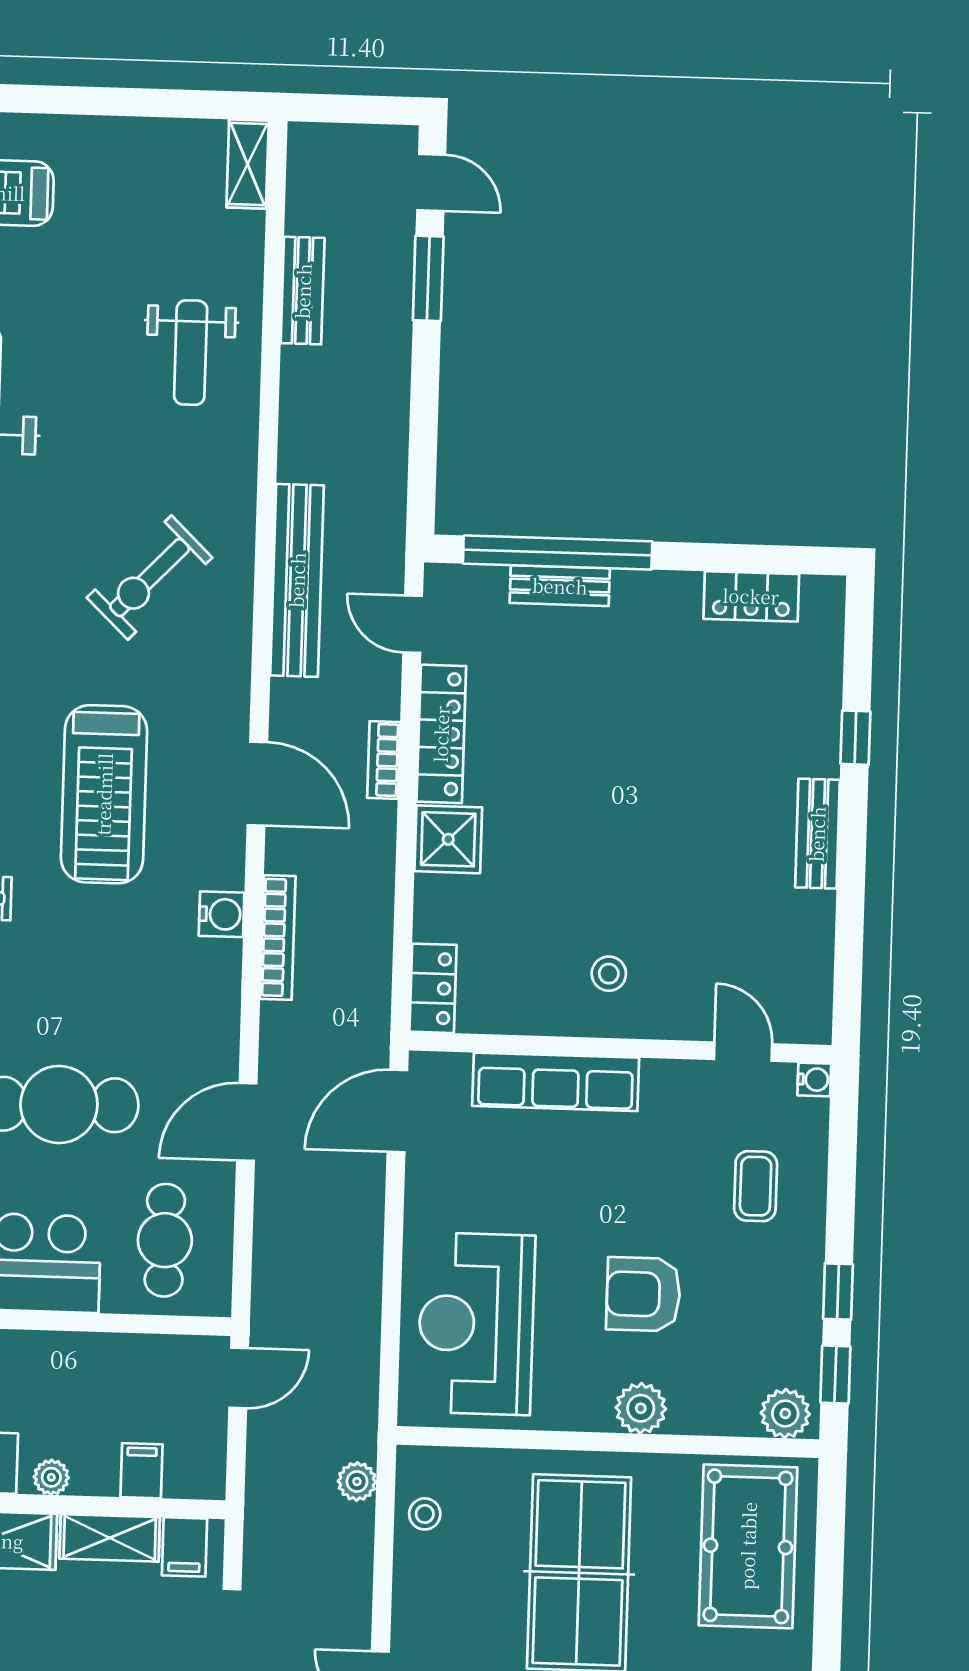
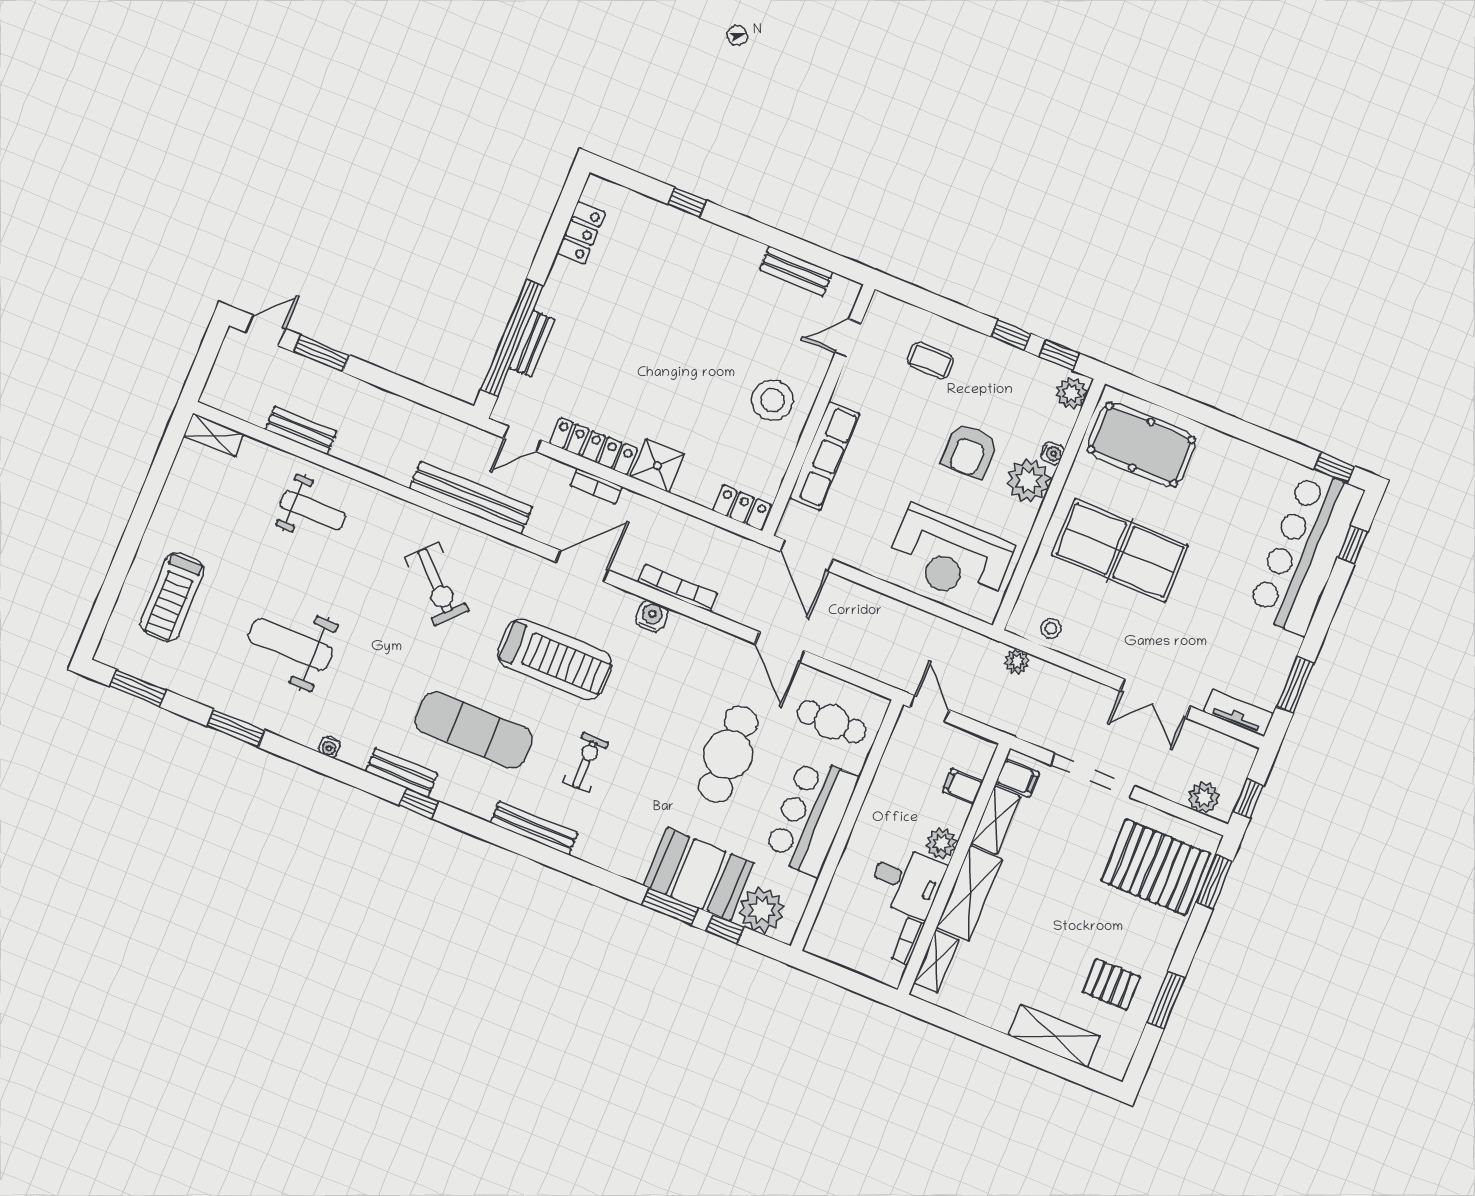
bench: (817, 834) -> (796, 271), moved
stool: (609, 974) -> (772, 400), width x1.89, depth x1.89
water cooler: (814, 1080) -> (1052, 453), moved, turned 90
plant: (641, 1408) -> (1029, 481), width x1.36, depth x1.36
plant: (51, 1477) -> (941, 843), width x1.38, depth x1.38

